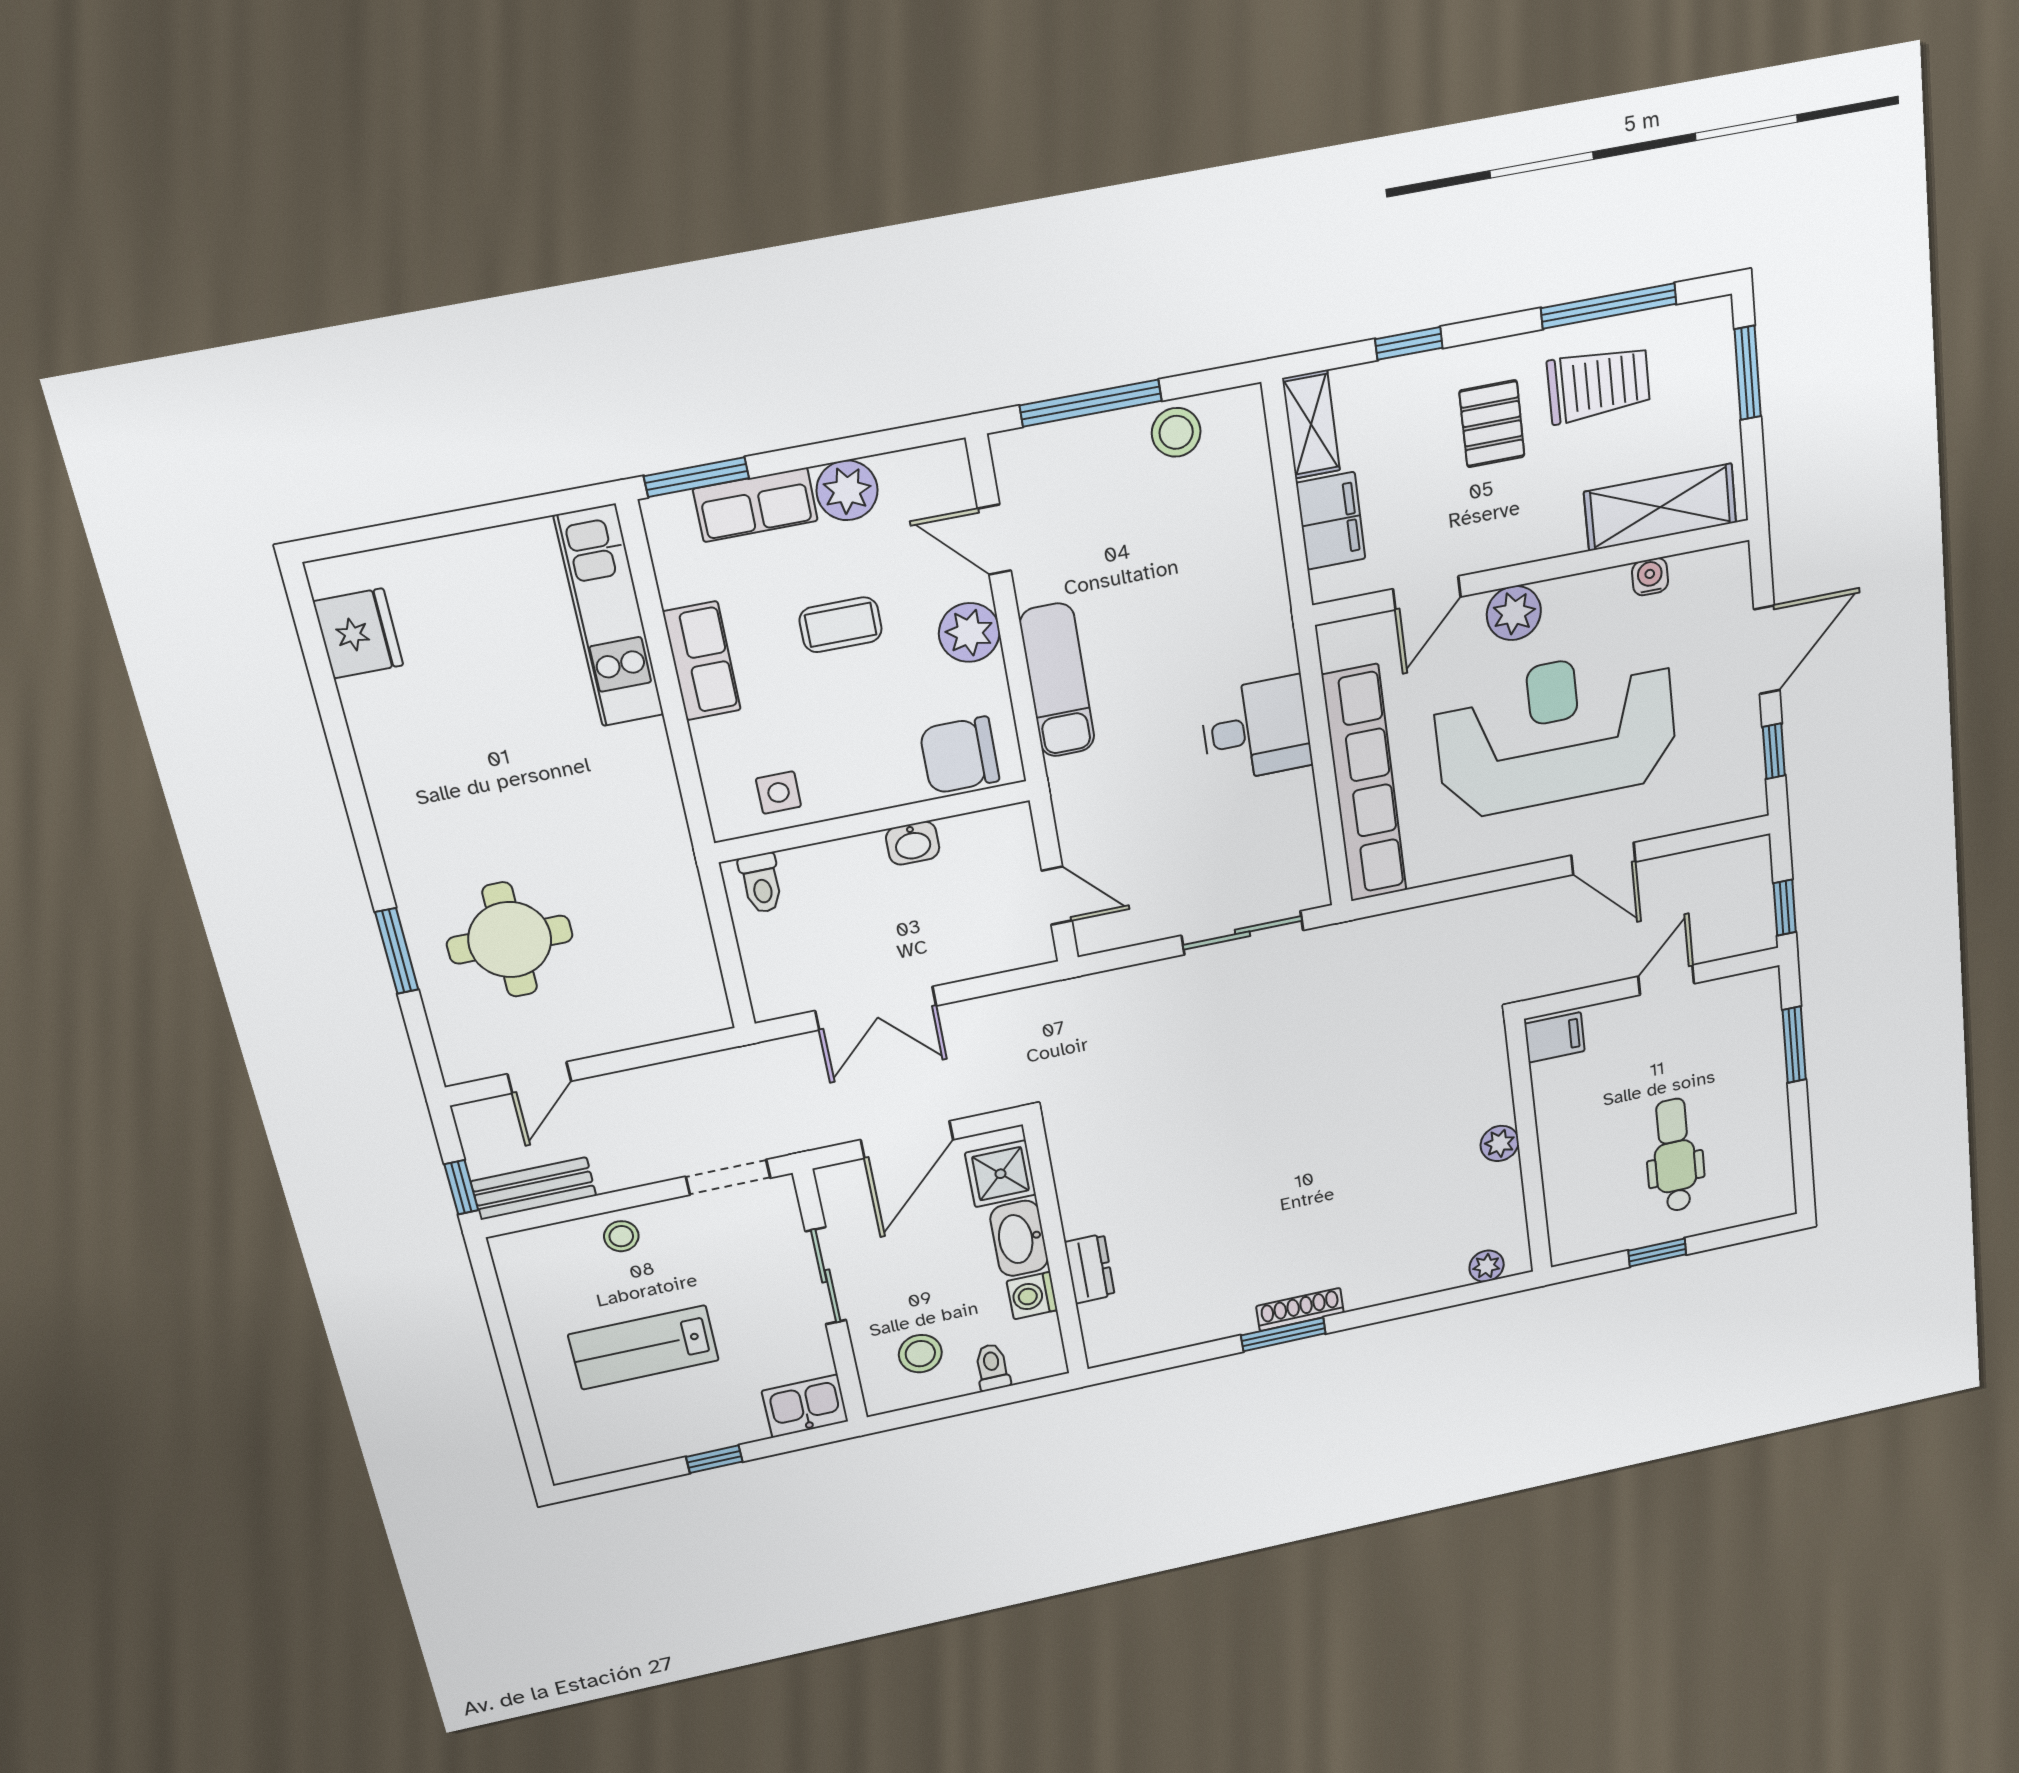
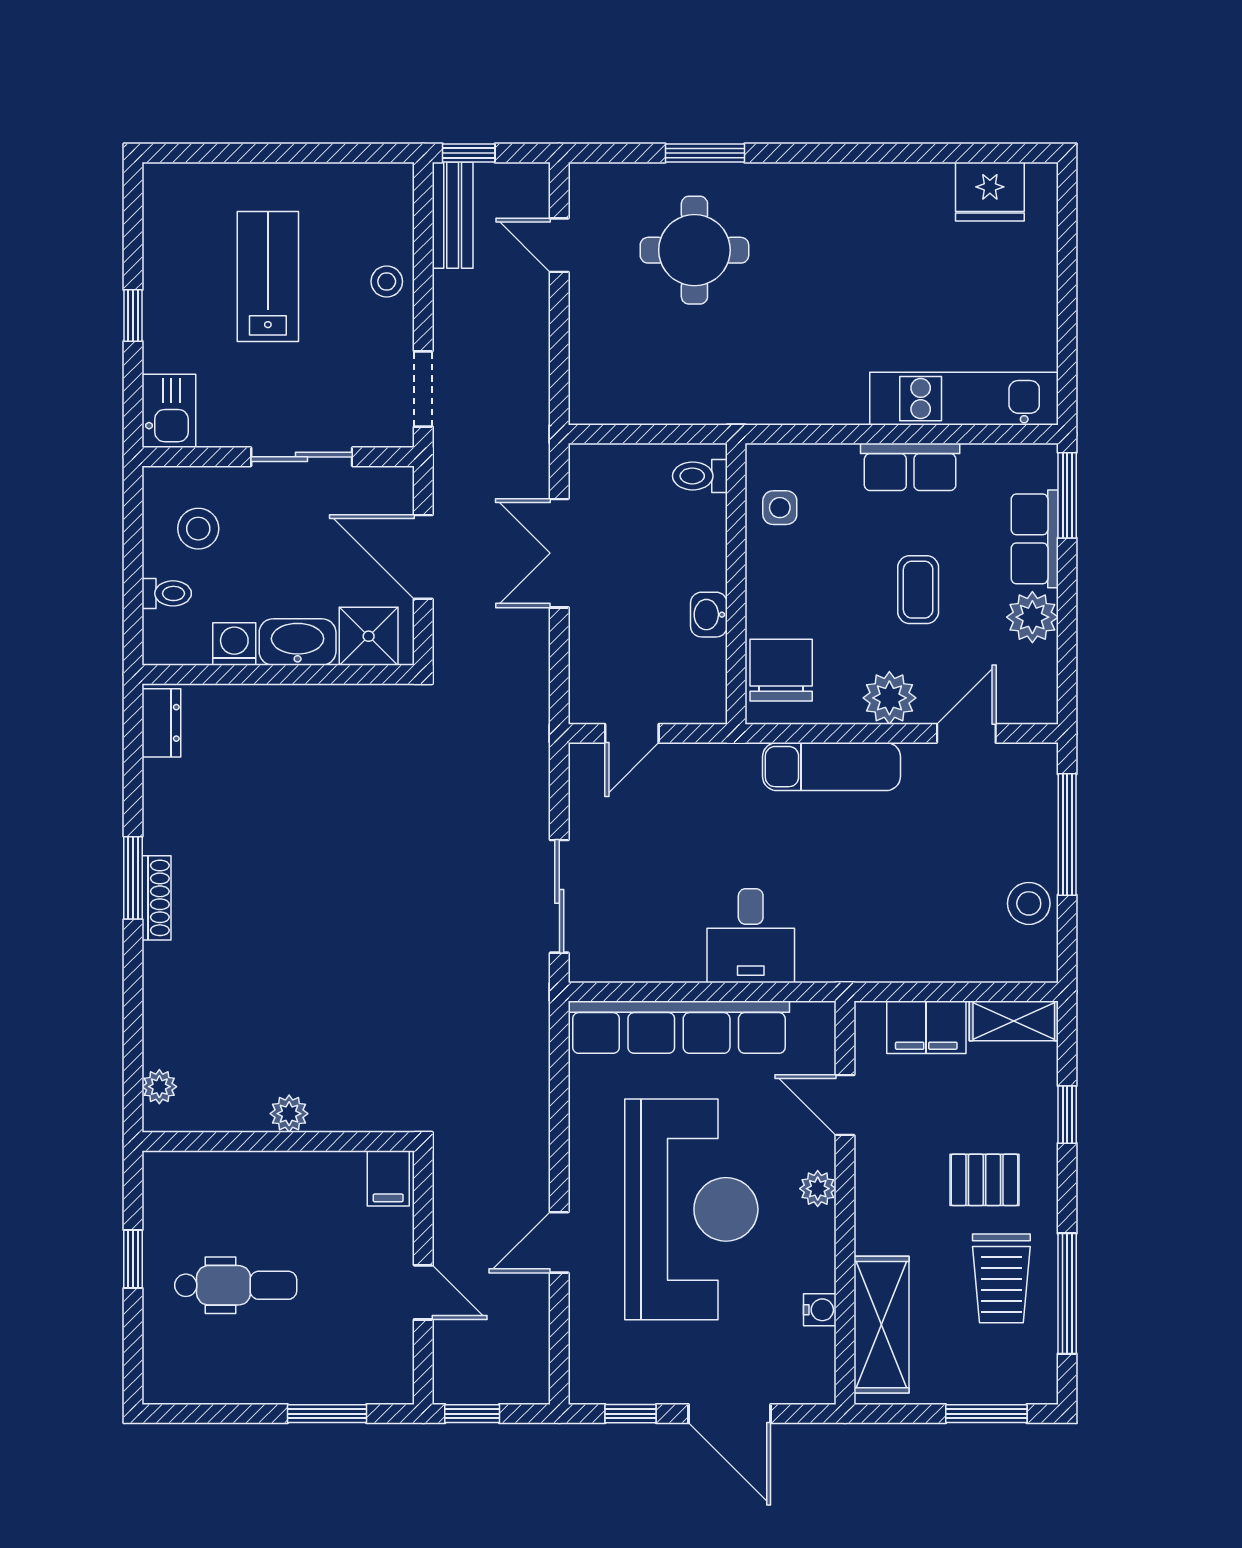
plant: (1514, 613) -> (818, 1189), width x0.73, depth x0.73
dresser: (1090, 1269) -> (161, 723), moved, turned -90

